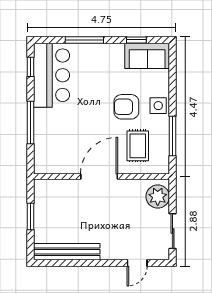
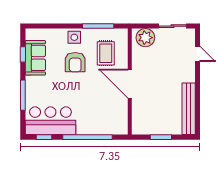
sofa: (147, 56) -> (35, 58), moved
window: (31, 122) -> (87, 137), width x1.46
rug: (138, 146) -> (106, 53), turned 90

